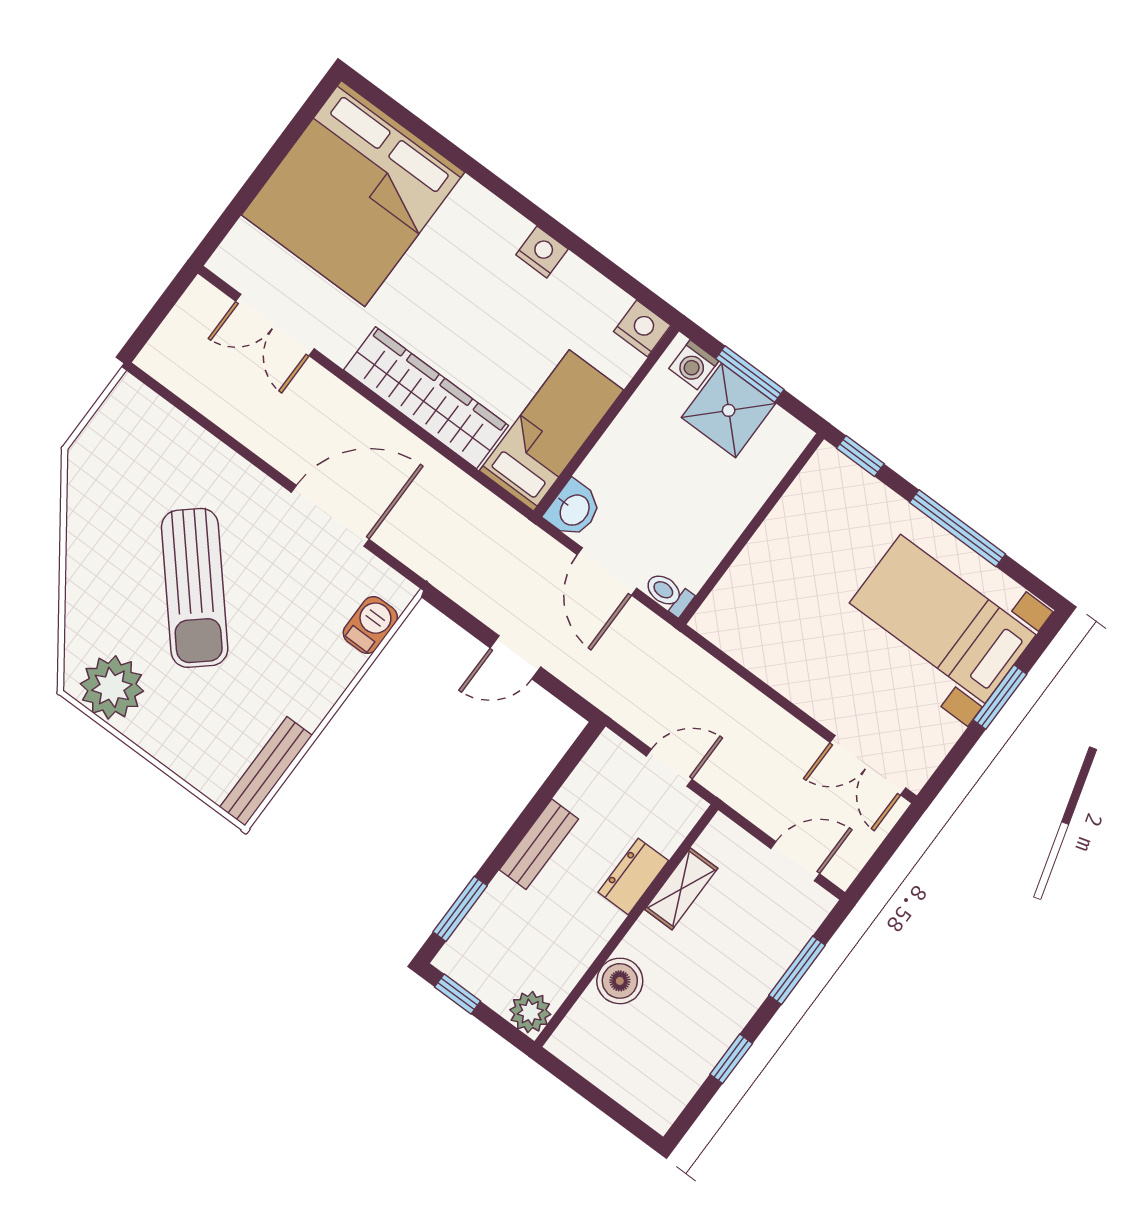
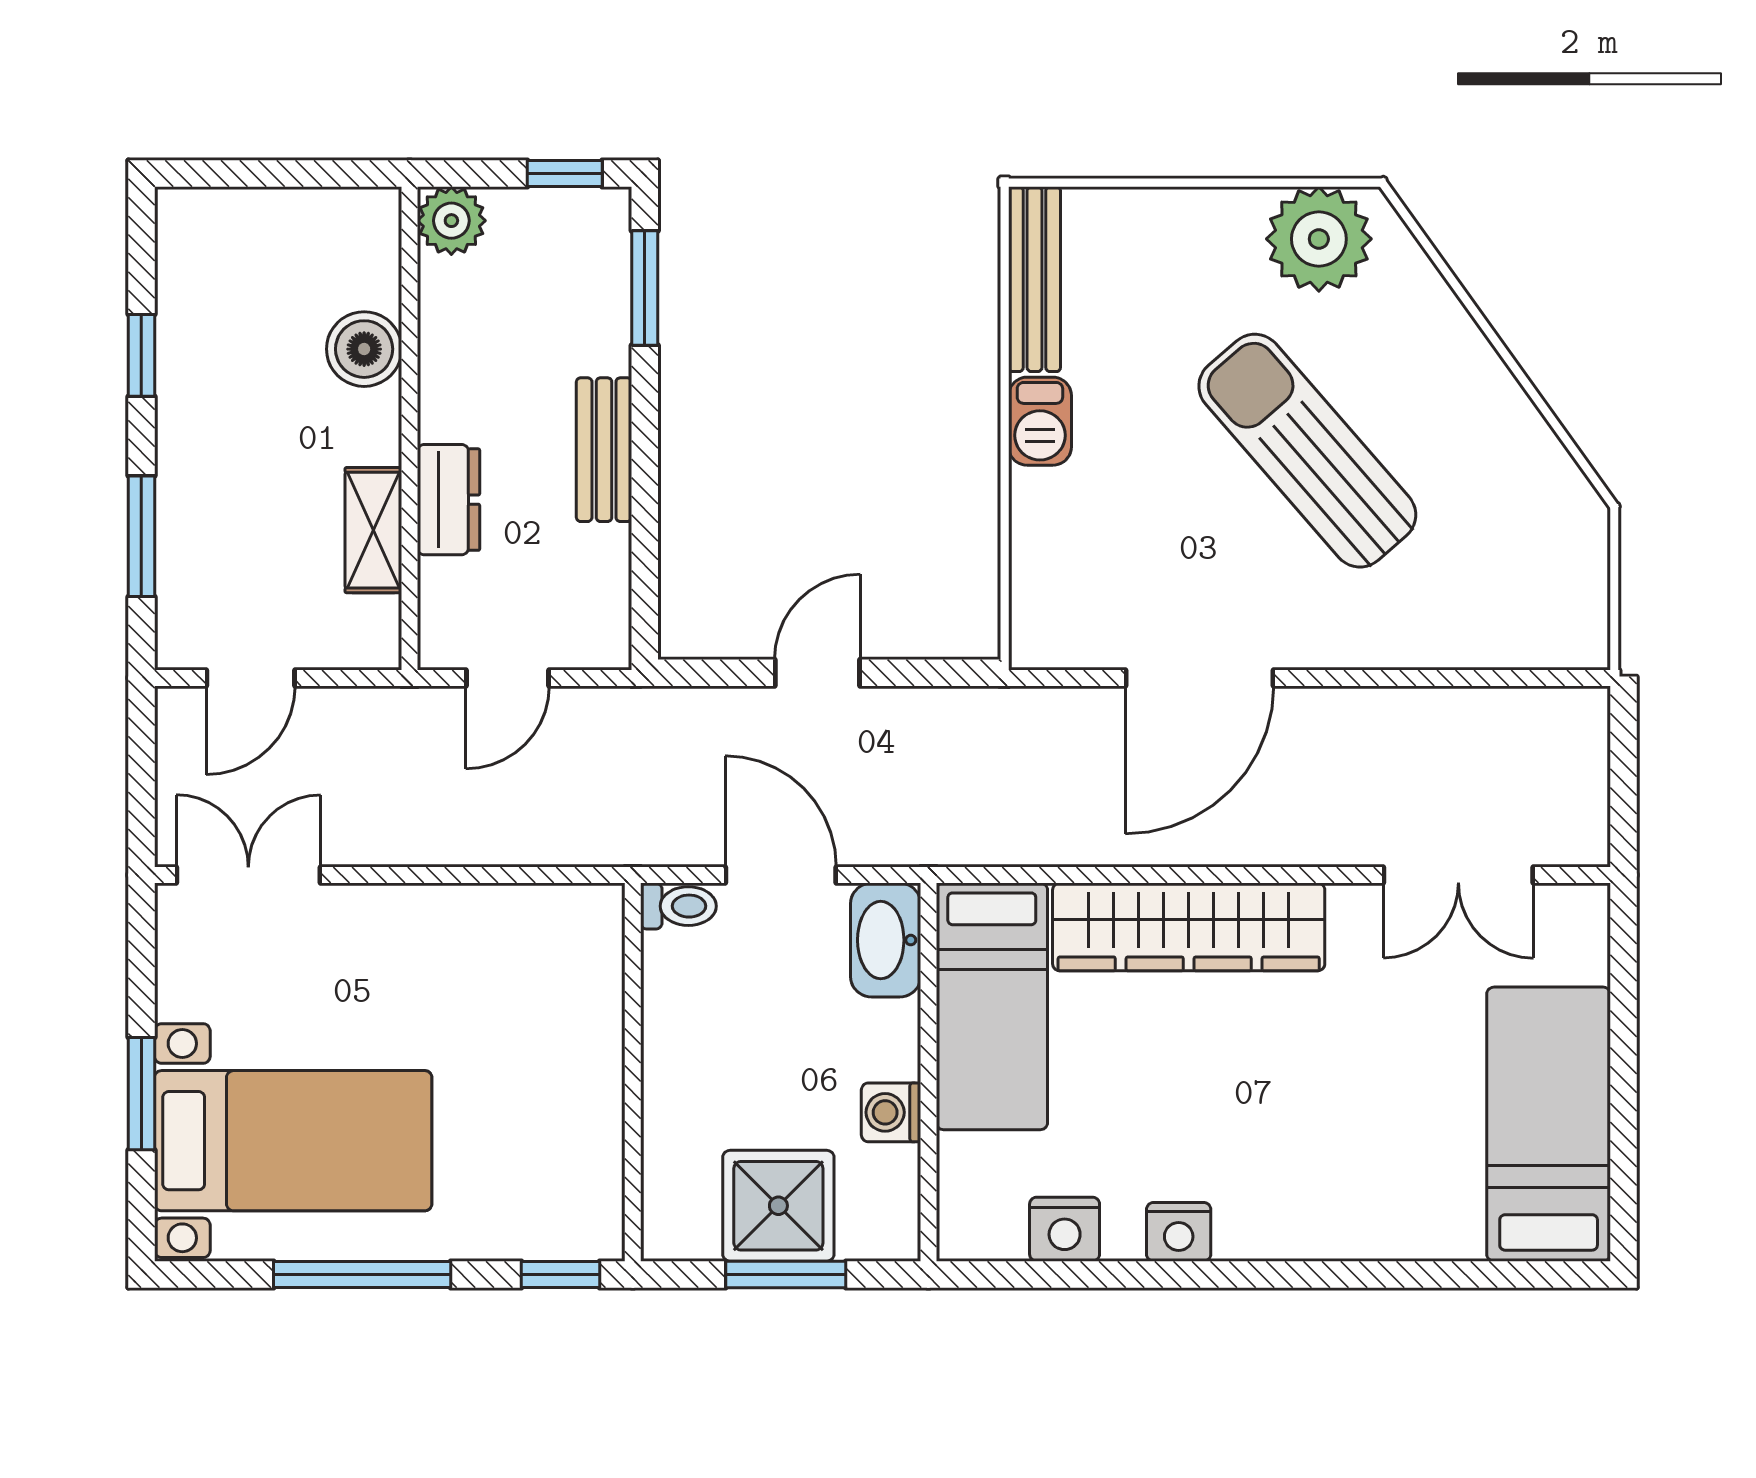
bed: (353, 194) -> (1549, 1124), width x0.49
double door: (275, 325) -> (1458, 875), swing flipped
nightstand: (642, 328) -> (1065, 1229), moved
washing machine: (694, 365) -> (891, 1112), moved, turned -90
washbasin: (574, 509) -> (886, 940), width x1.38
barbecue: (370, 625) -> (1040, 421), moved

